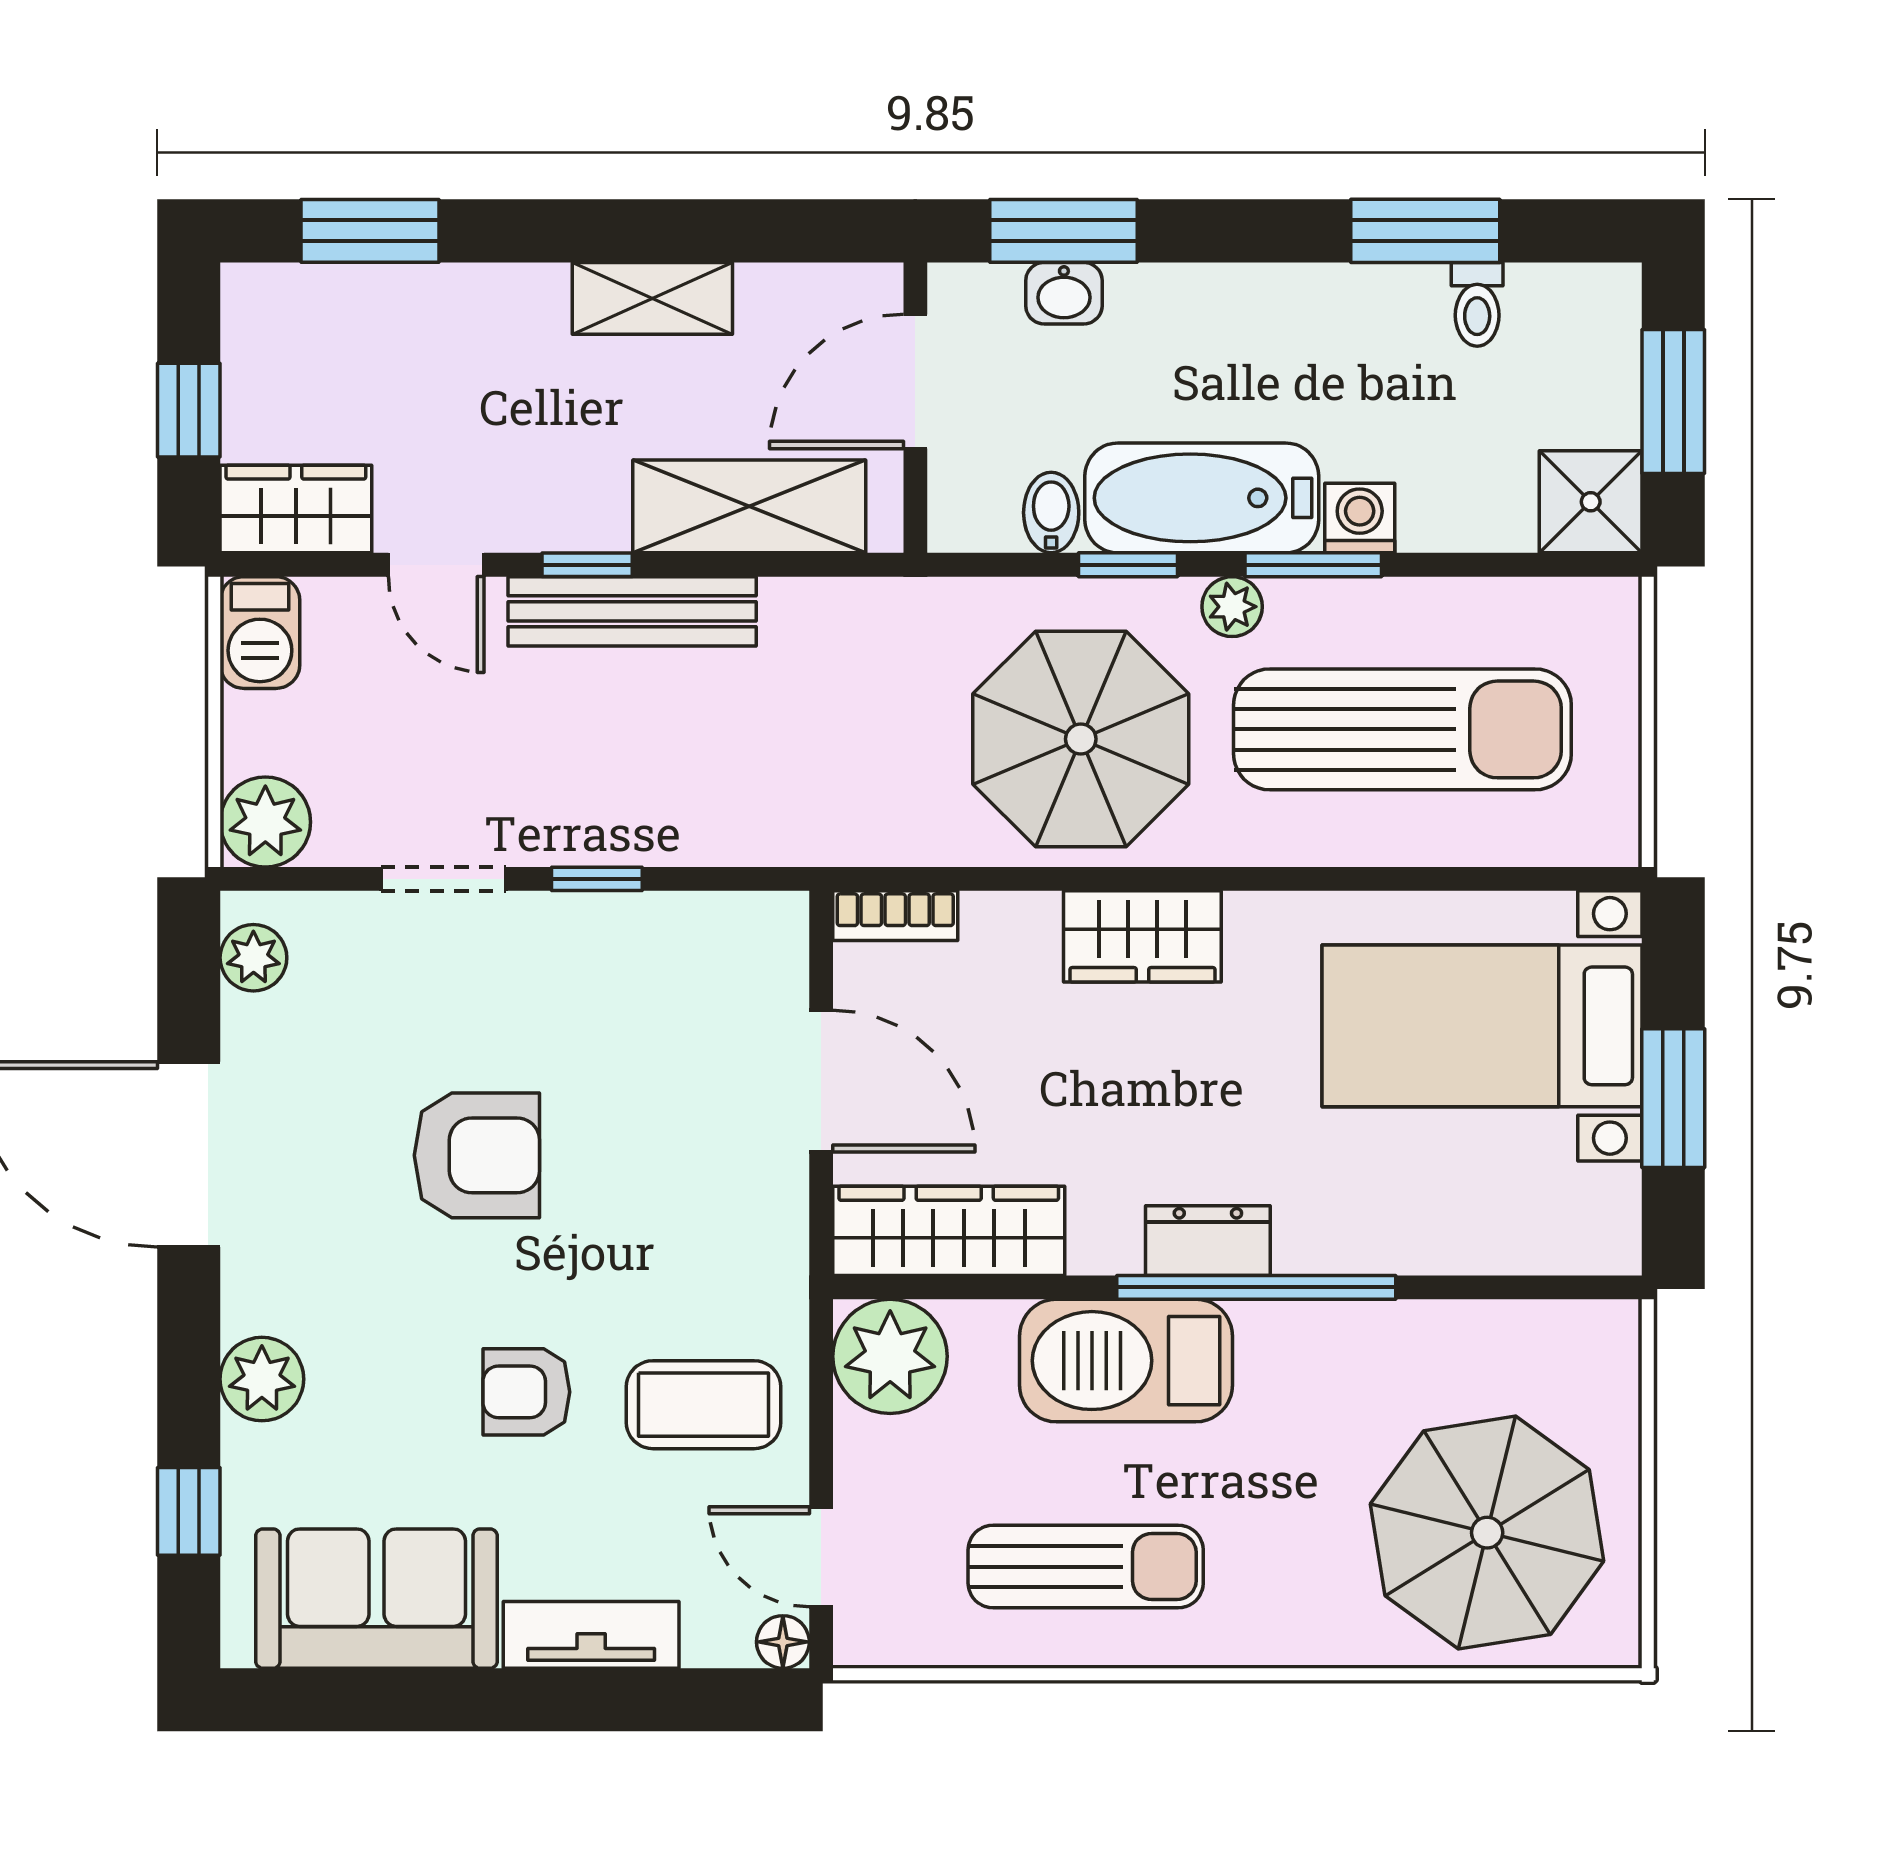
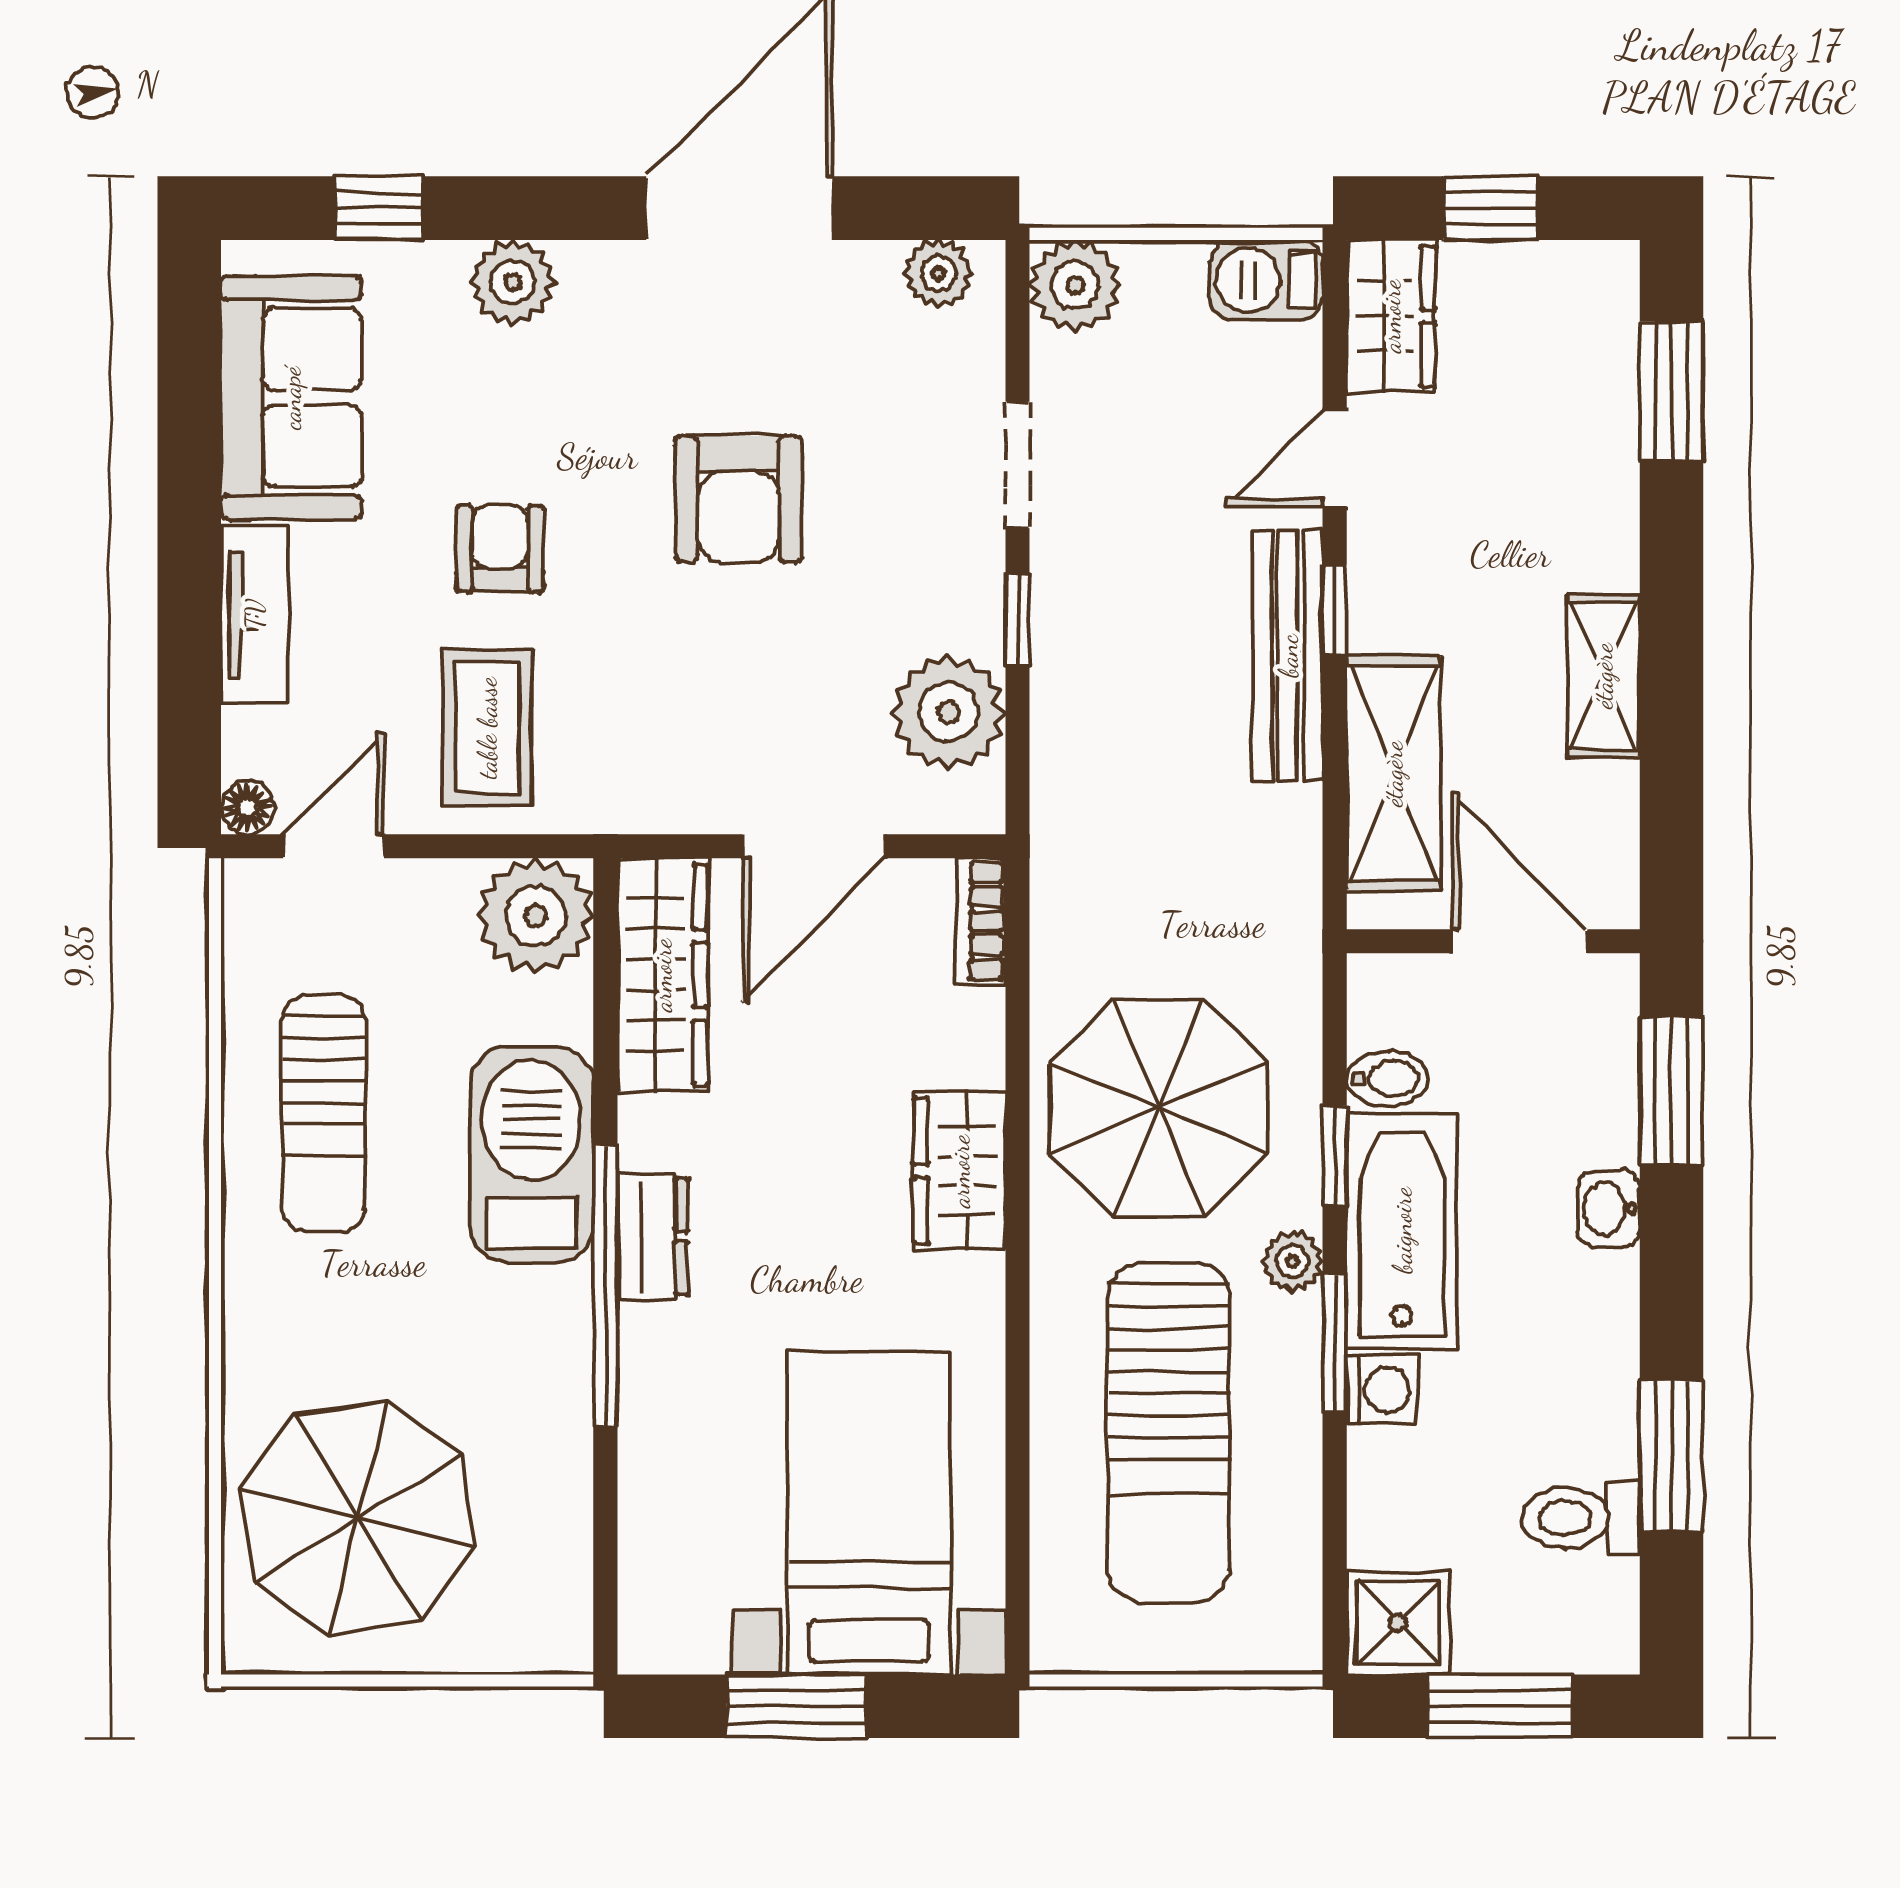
washbasin: (1064, 293) -> (1609, 1208), moved
toilet: (1477, 304) -> (1581, 1518), width x1.37, depth x1.39
plant: (688, 947) -> (949, 712), added

